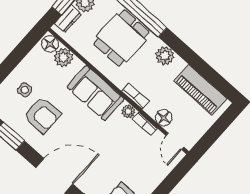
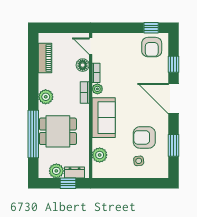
floor lamp: (50, 44) -> (99, 170), removed
piano: (201, 90) -> (45, 58), width x0.73, depth x0.75
armchair: (42, 115) -> (144, 137), turned -90
door: (175, 141) -> (91, 46), swing flipped

